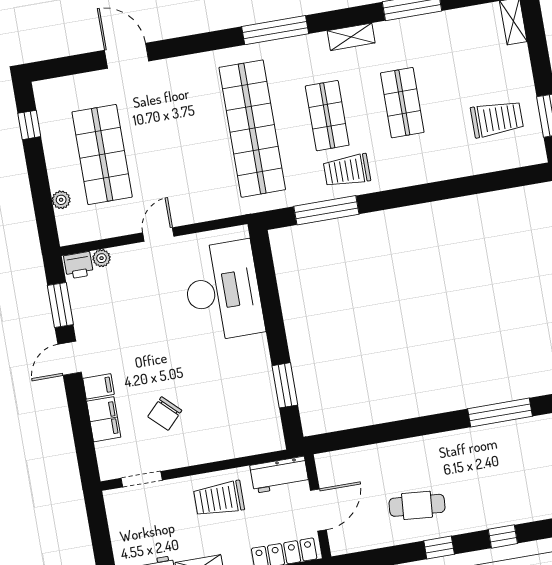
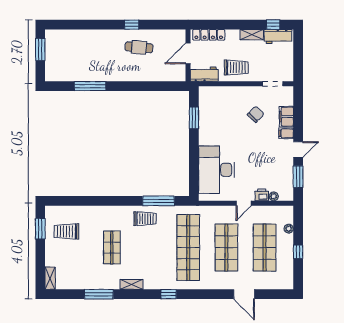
window: (275, 30) -> (169, 294), width x0.46
shop shelf: (327, 116) -> (226, 248), moved, width x1.43, depth x1.36
window: (29, 125) -> (298, 252), moved
printer: (78, 265) -> (262, 195), moved
window: (503, 536) -> (99, 25), removed

